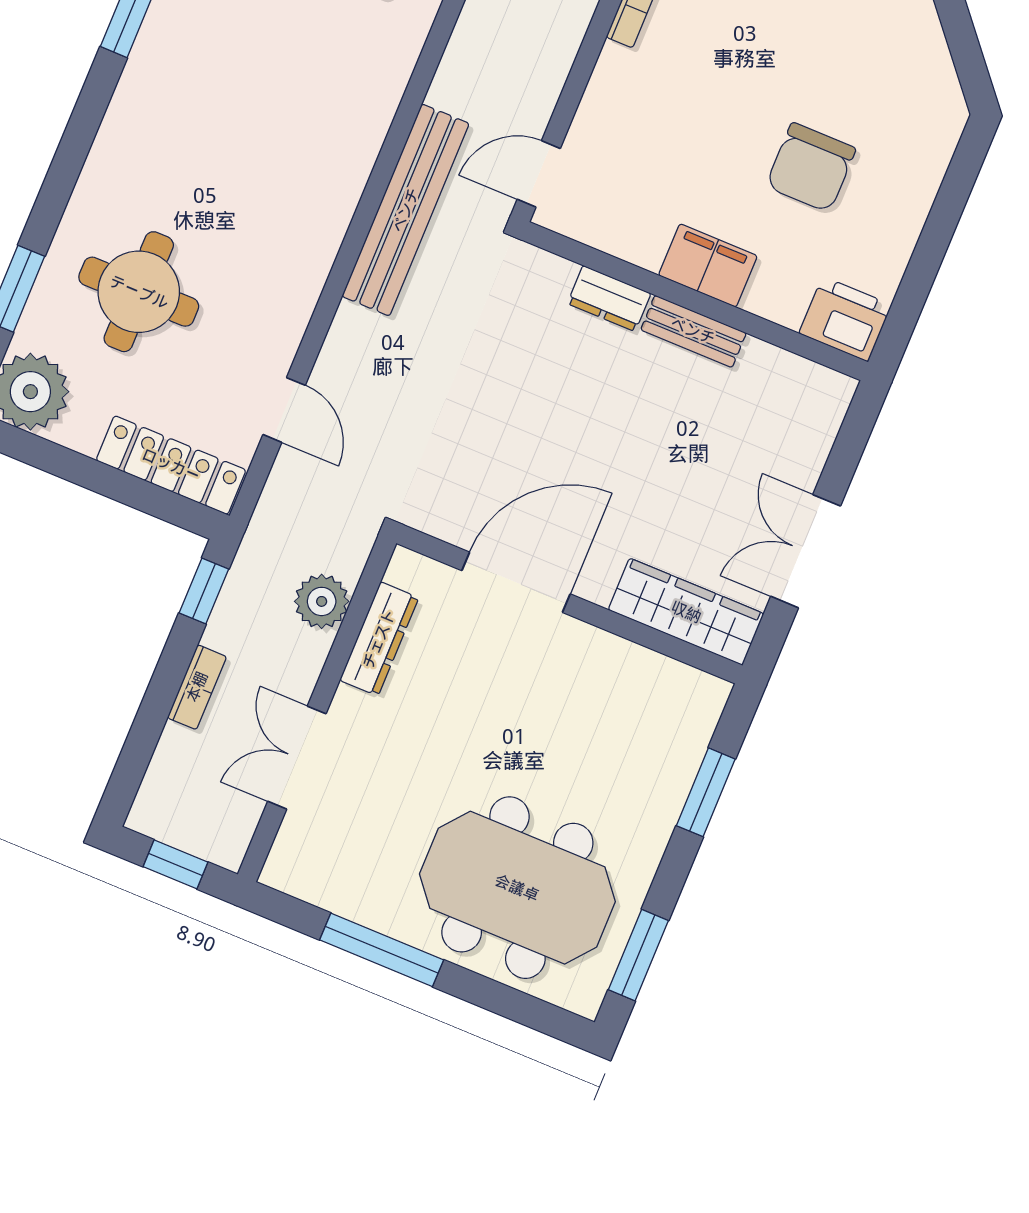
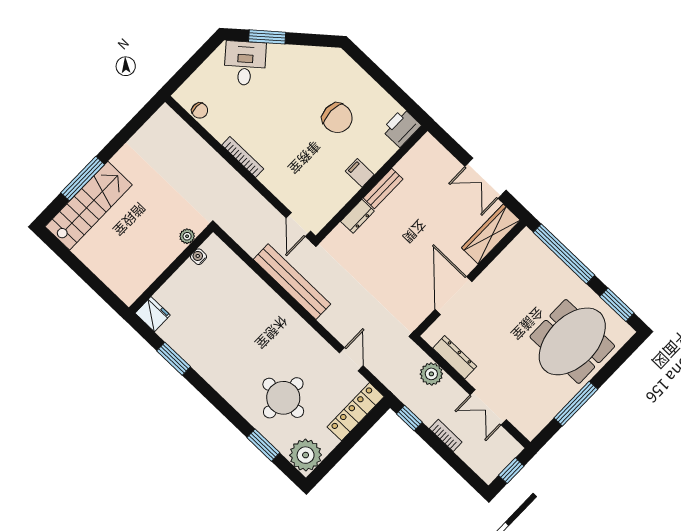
filing cabinet: (708, 266) -> (360, 173), width x0.50
door: (284, 410) -> (351, 359), hinge flipped
window: (706, 792) -> (564, 254), width x2.11

